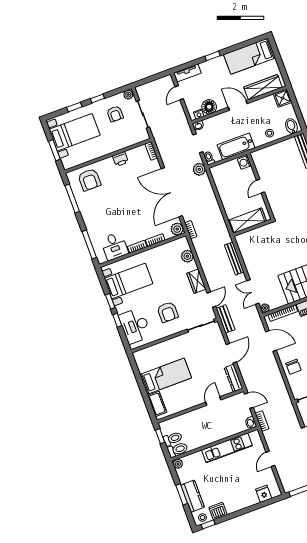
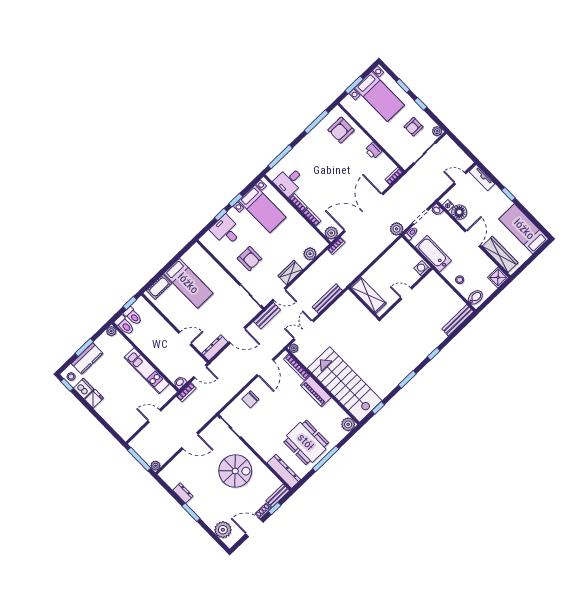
armchair: (168, 312) -> (250, 259), turned -90
desk: (135, 326) -> (226, 231), width x0.73
door: (249, 401) -> (200, 372), hinge flipped
fridge: (264, 494) -> (94, 399), moved

